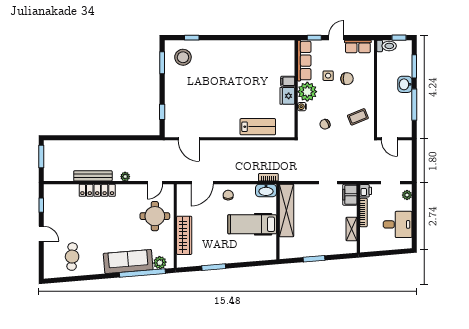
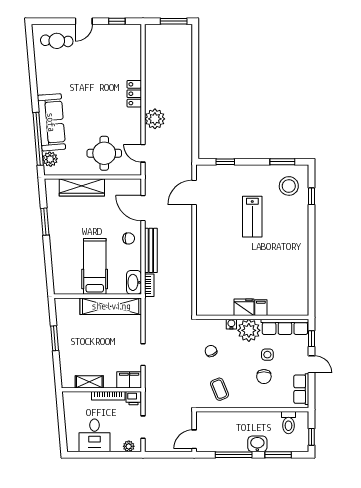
toilet: (387, 46) -> (288, 423), moved
lab bench: (258, 127) -> (252, 217), moved
door: (389, 139) -> (194, 439), moved
bench: (93, 176) -> (151, 250), moved
plant: (125, 177) -> (155, 119), width x1.88, depth x1.88
locker: (97, 190) -> (134, 94), width x0.66
cafe table: (72, 257) -> (57, 41), moved

